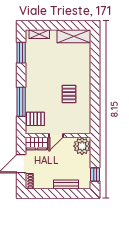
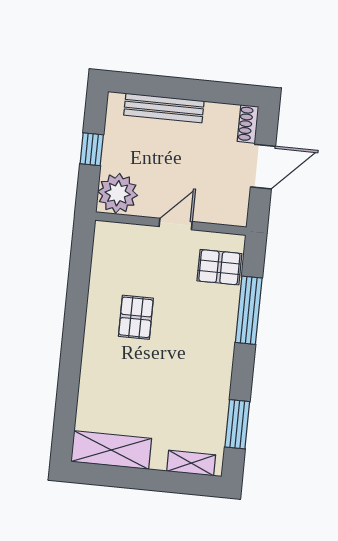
wardrobe: (36, 143) -> (223, 210), removed
window: (95, 174) -> (92, 149), moved
bench: (66, 184) -> (164, 108), width x1.36

